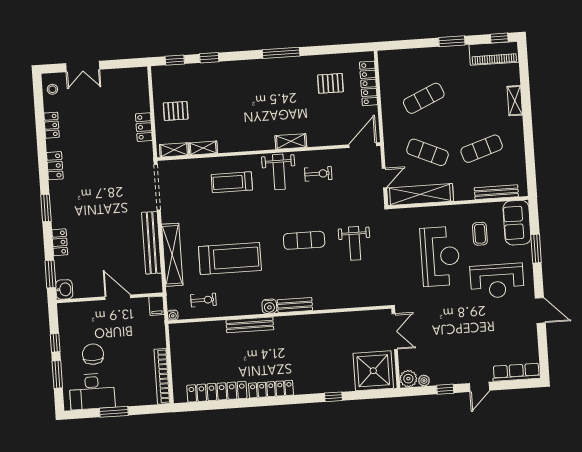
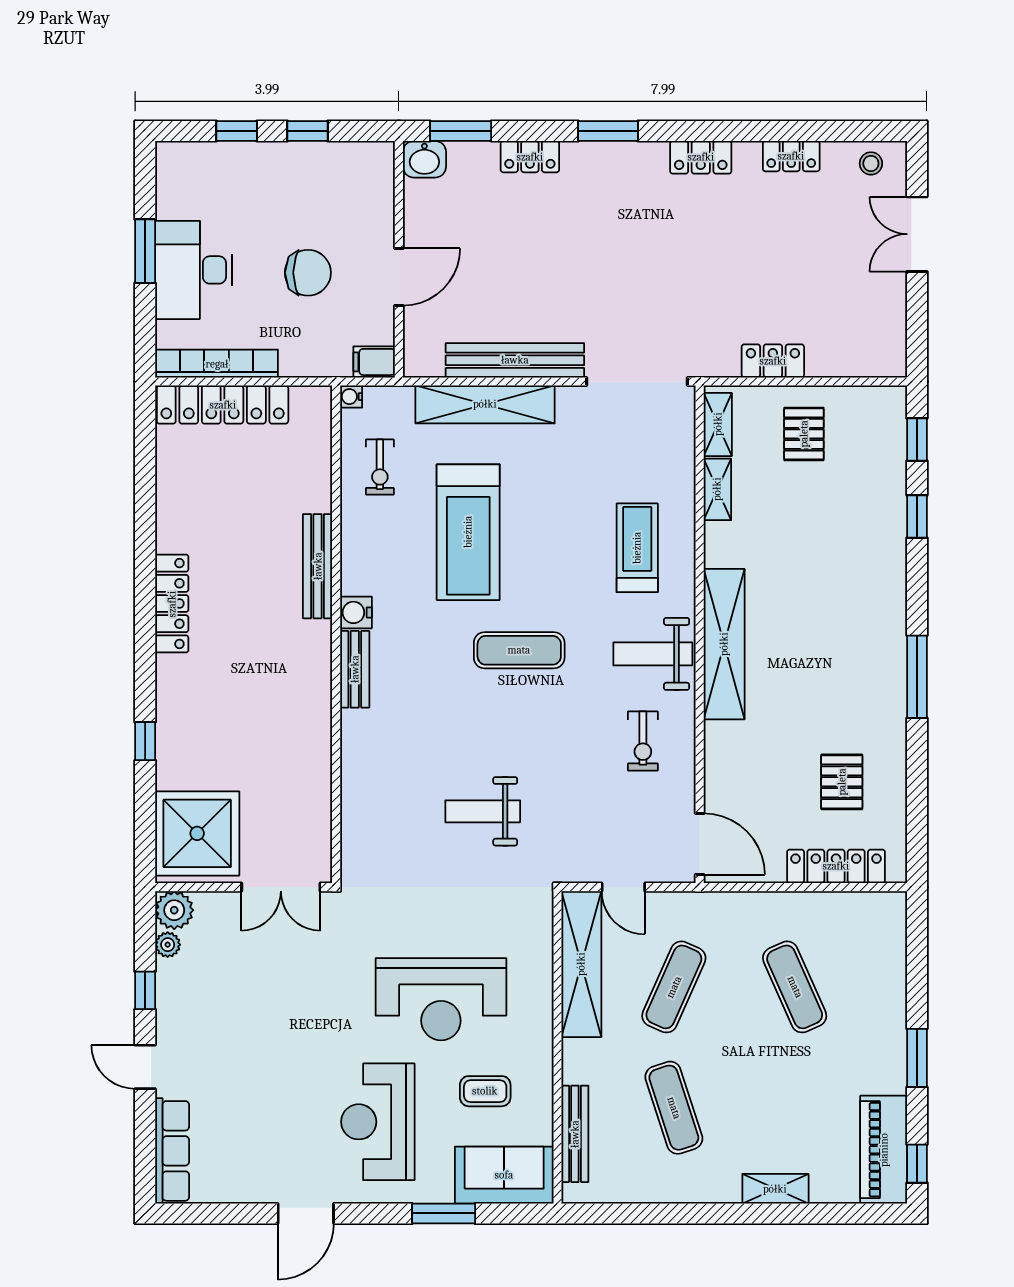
shelving: (291, 141) -> (724, 644), width x2.20, depth x1.33
exercise mat: (304, 240) -> (519, 650), moved, turned 90
chair: (93, 354) -> (308, 273), moved
window: (57, 374) -> (237, 131), width x0.67
desk: (92, 391) -> (194, 270), moved
locker: (217, 392) -> (223, 405), moved, turned 90

